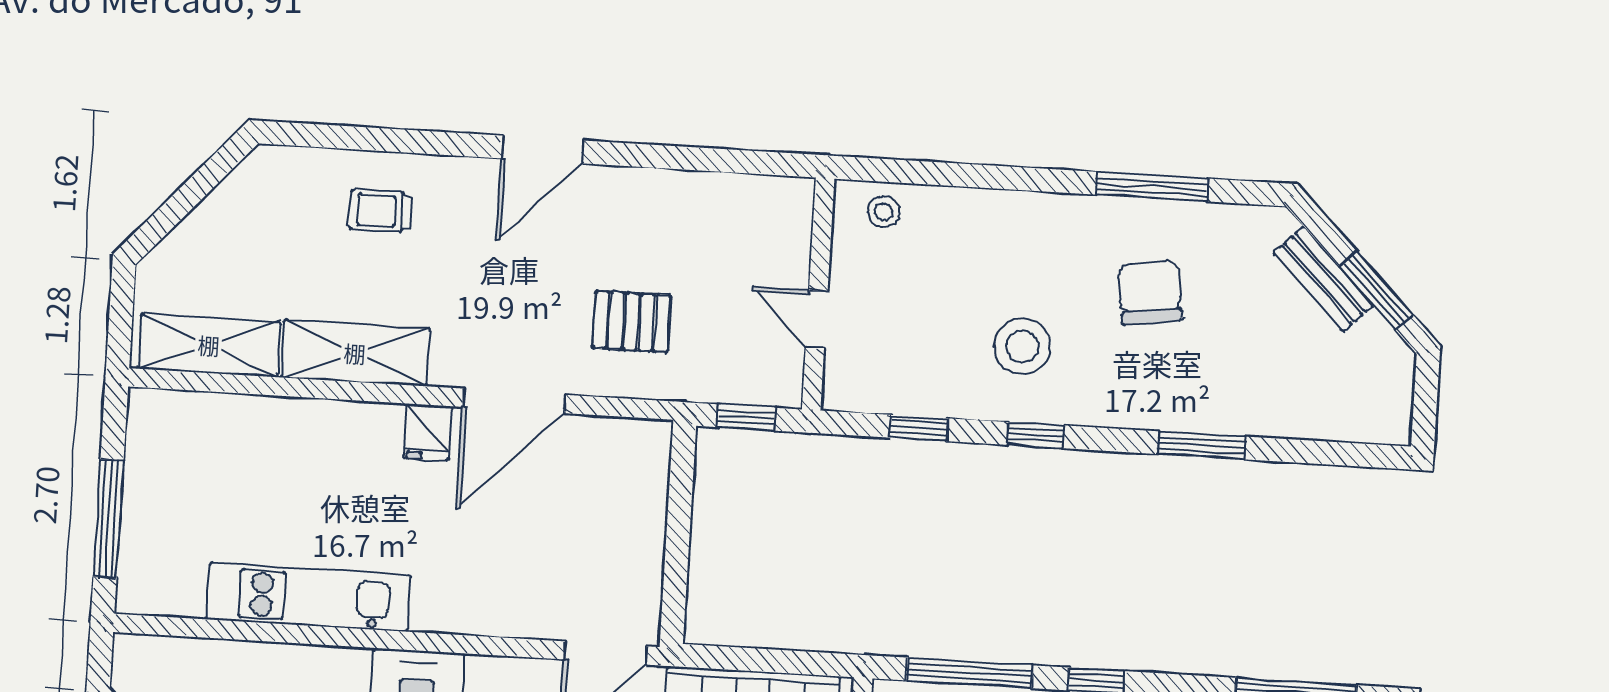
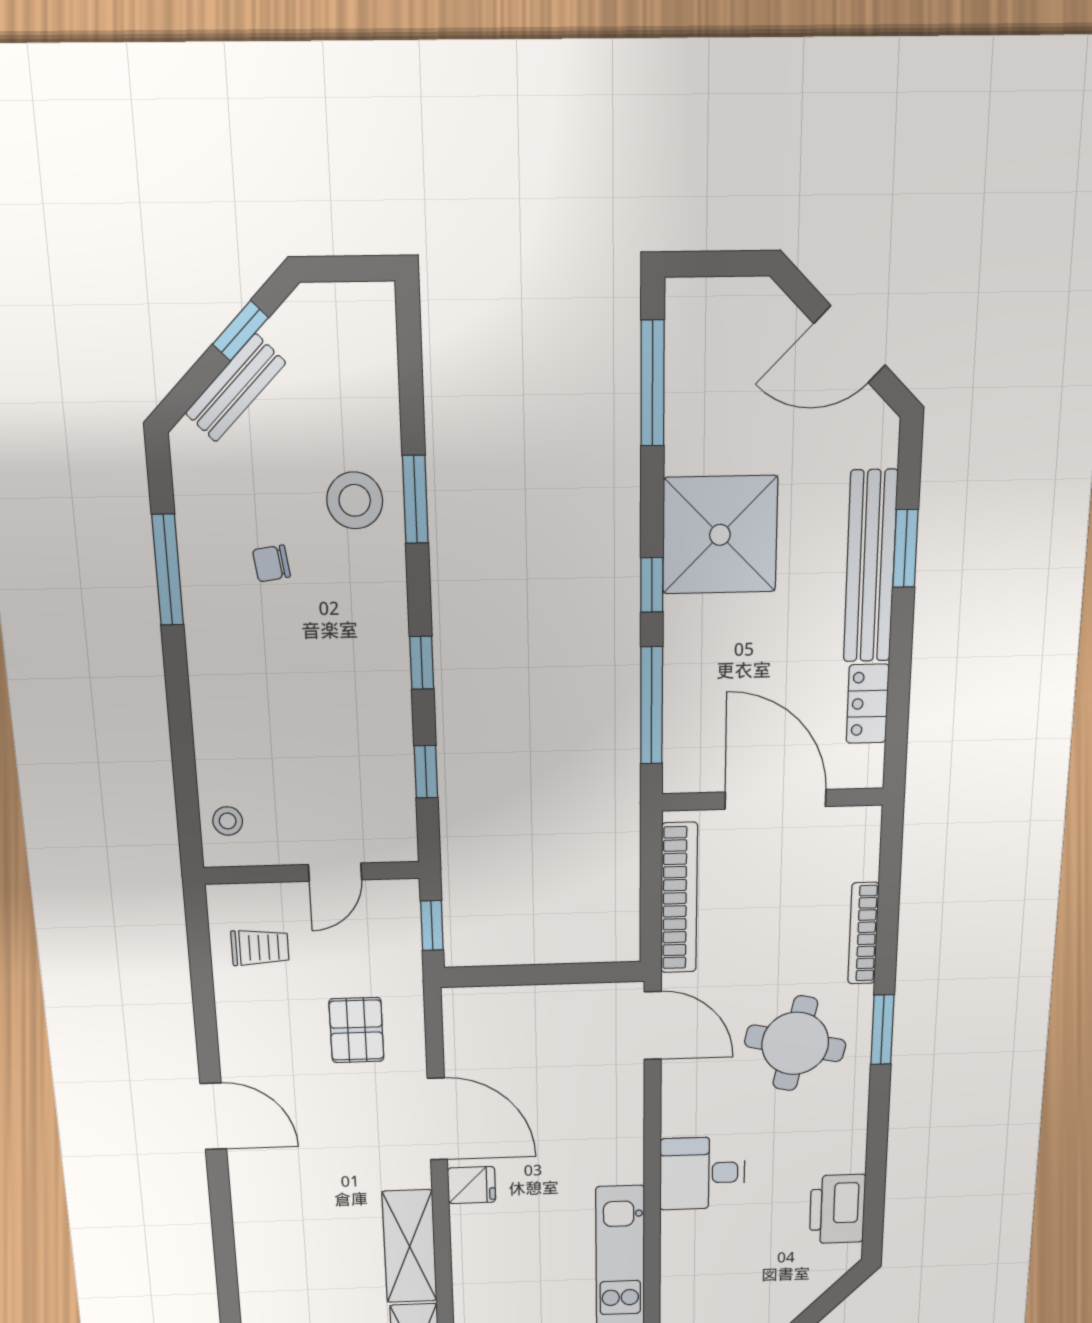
trolley: (381, 211) -> (260, 948), moved, turned -90
window: (1376, 291) -> (240, 331), width x0.67
chair: (1150, 292) -> (271, 563), width x0.54, depth x0.54
stool: (1022, 347) -> (355, 500), moved

